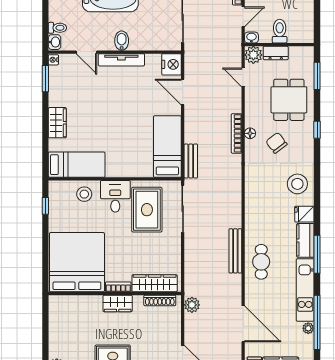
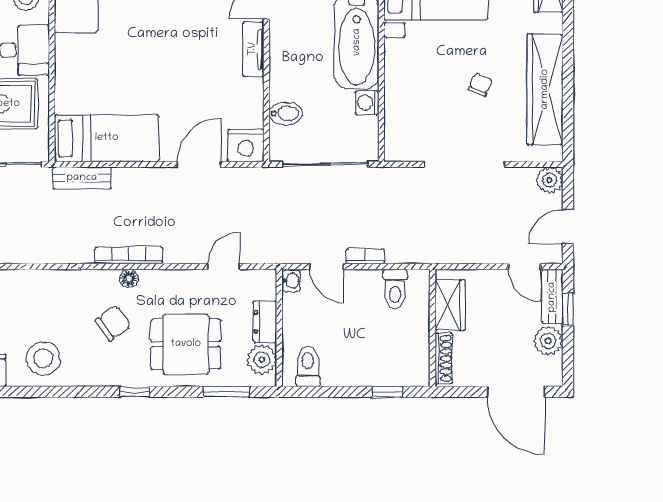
toilet: (280, 31) -> (308, 366), moved, turned -90
bidet: (122, 41) -> (286, 113), moved
plant: (253, 55) -> (262, 360), moved
tv unit: (121, 60) -> (253, 49), width x0.71

